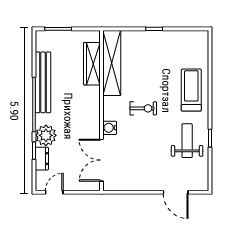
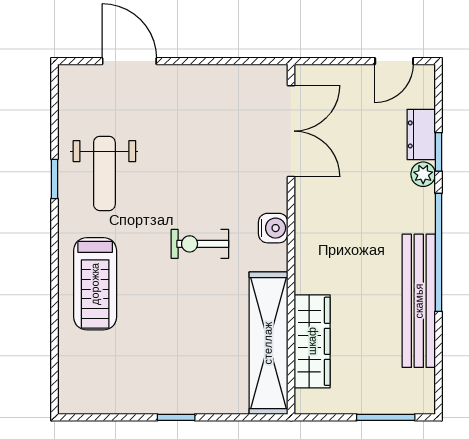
water cooler: (110, 128) -> (273, 228), moved
plant: (46, 135) -> (423, 174), width x0.53, depth x0.53

